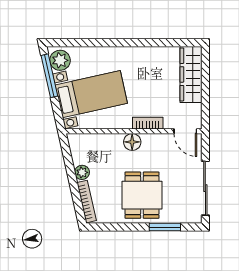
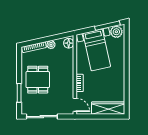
door: (185, 131) -> (75, 105), swing flipped
floor lamp: (132, 142) -> (69, 43), moved
dining table: (142, 195) -> (38, 80), turned 90

